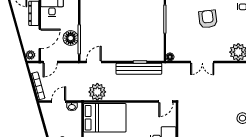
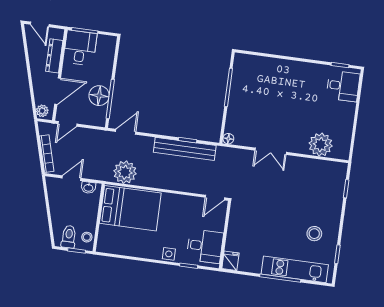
armchair: (208, 19) -> (286, 95), removed

